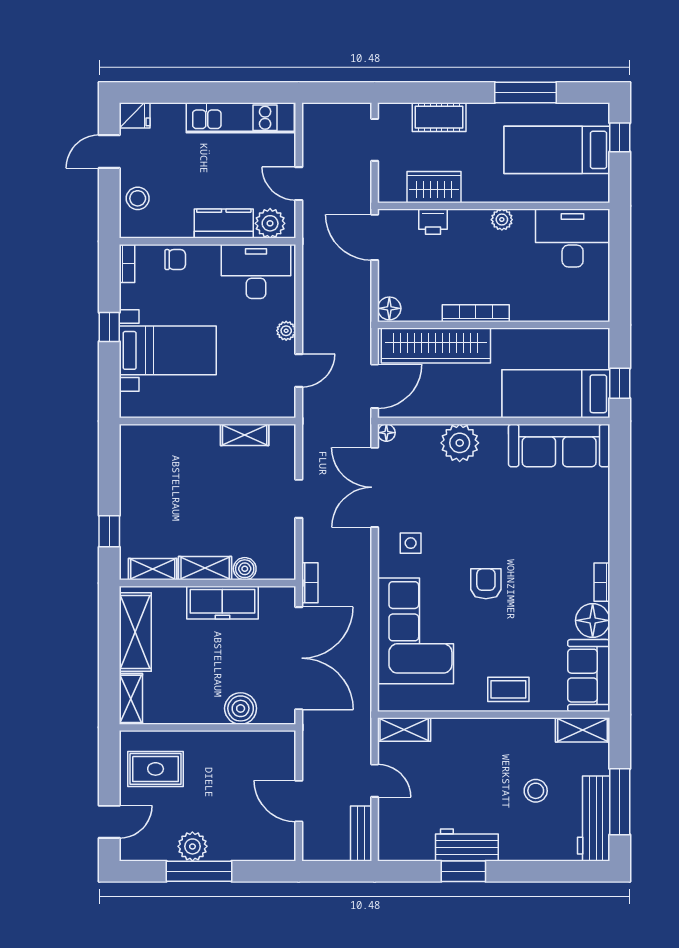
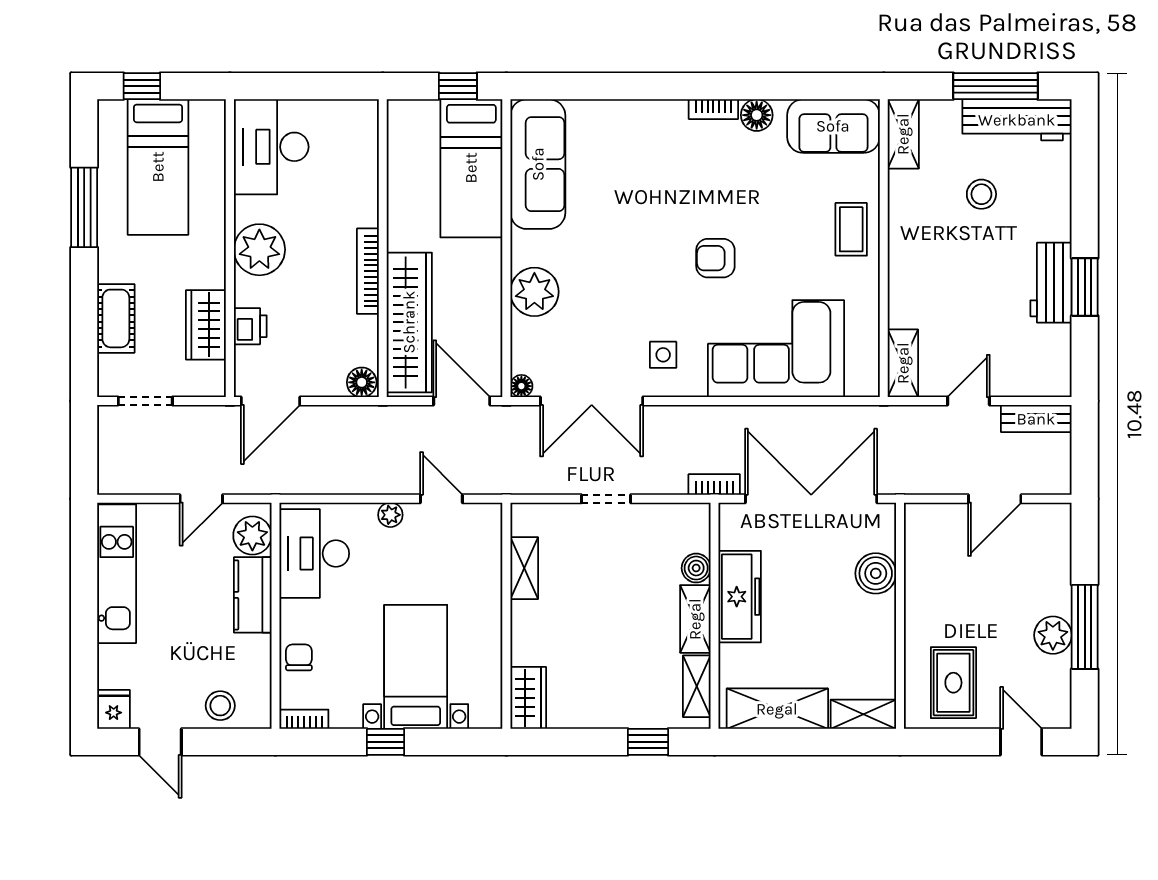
plant: (502, 220) -> (259, 250), width x1.87, depth x1.87
wardrobe: (144, 438) -> (528, 698), added
floor lamp: (593, 620) -> (757, 115), width x0.73, depth x0.73

